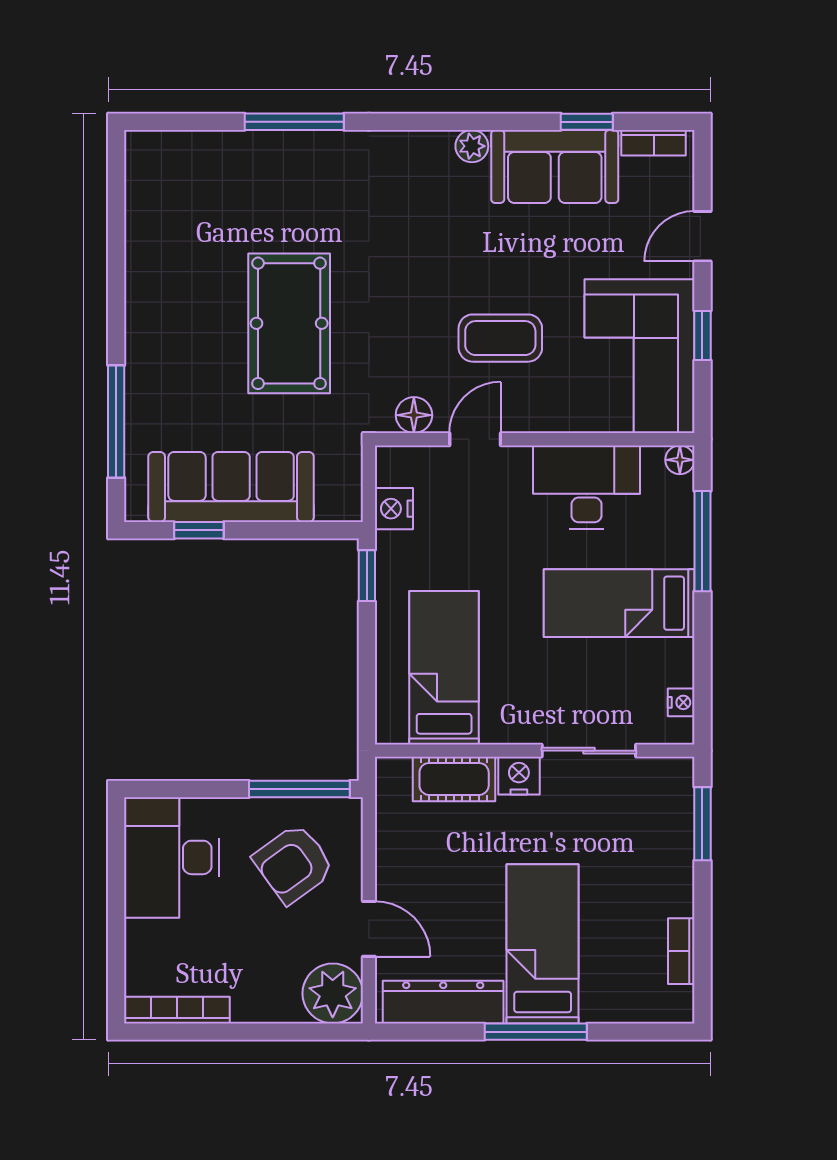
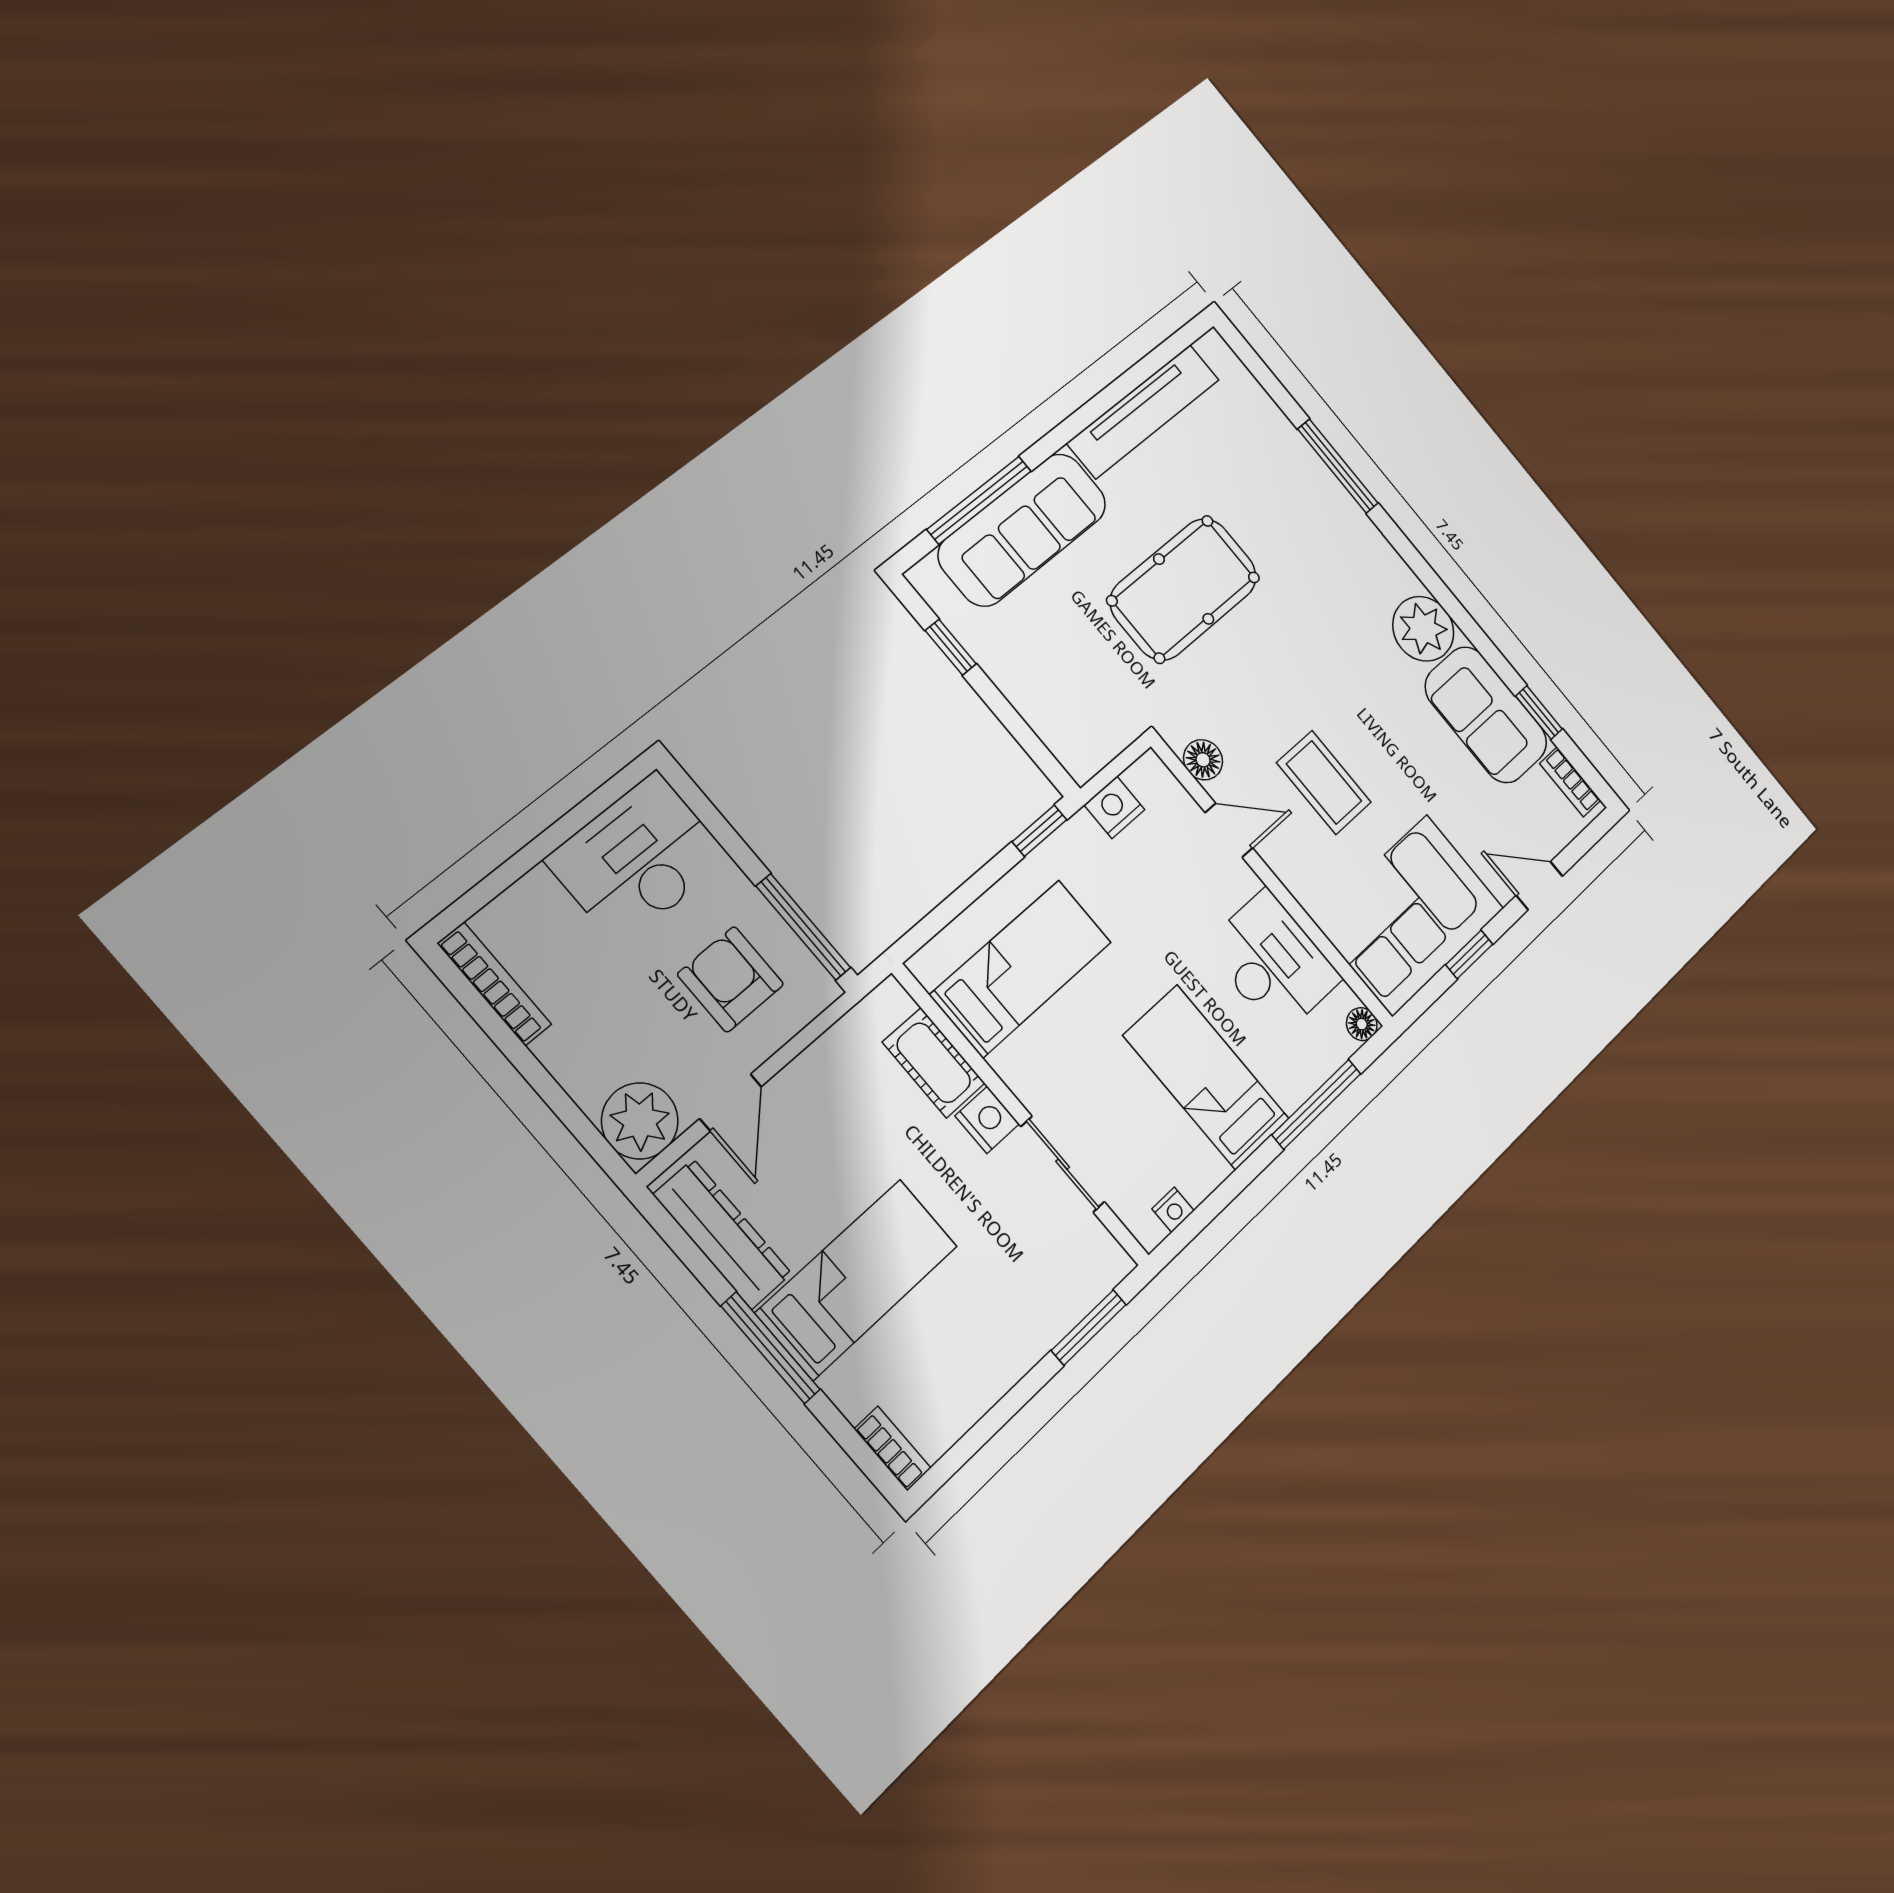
plant: (472, 146) -> (1423, 629), width x1.88, depth x1.88
tv unit: (145, 241) -> (1143, 411), added
sofa: (231, 487) -> (1023, 530), moved, turned 90
armchair: (294, 864) -> (731, 979), turned 36
bookcase: (681, 951) -> (893, 1449), moved, turned 90

